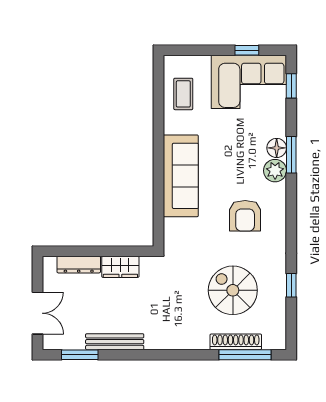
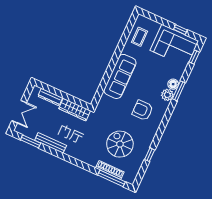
armchair: (245, 216) -> (143, 110), turned 90
wardrobe: (120, 267) -> (75, 110), width x1.50

